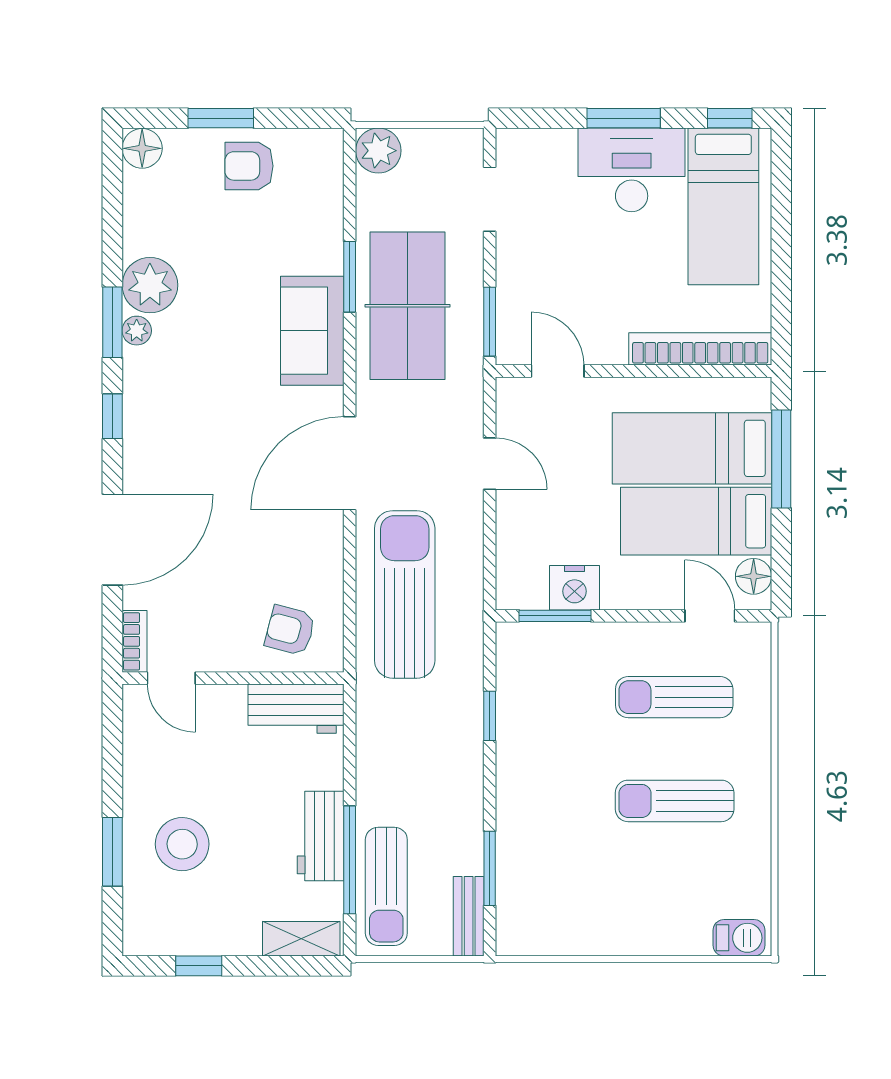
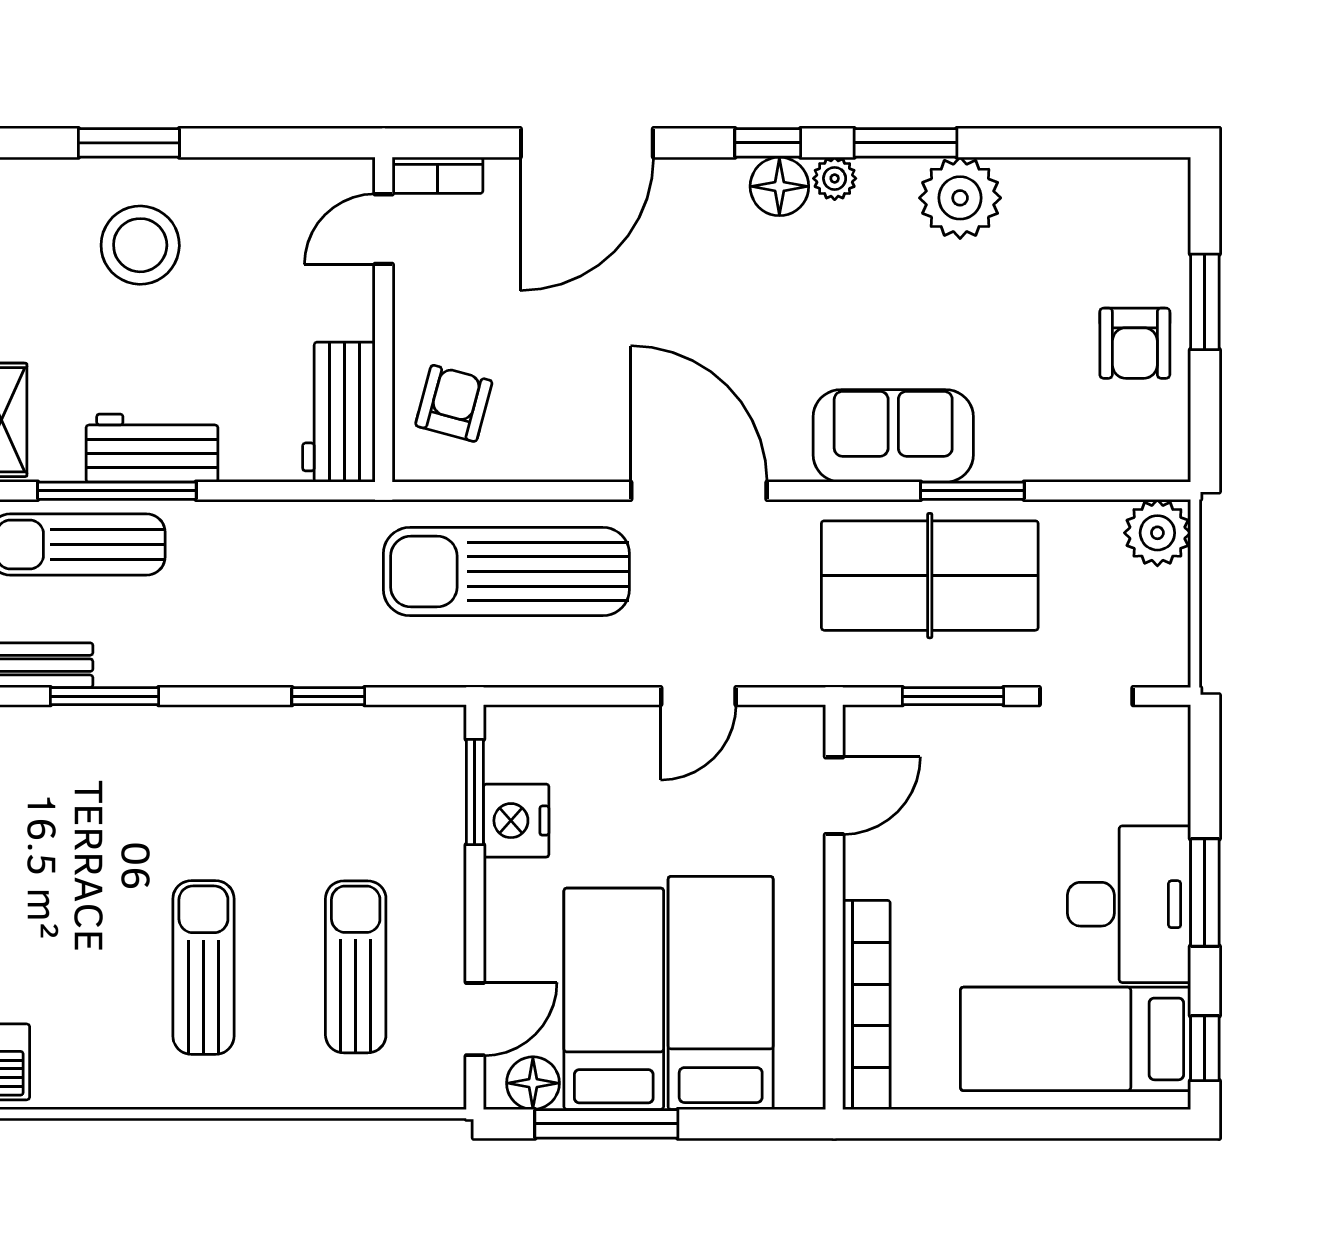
floor lamp: (142, 148) -> (779, 186), moved
armchair: (249, 166) -> (1135, 343), turned 180
window: (490, 322) -> (953, 696), moved
plant: (137, 331) -> (835, 178), moved
window: (781, 459) -> (606, 1124), moved
door: (112, 540) -> (587, 143), hinge flipped
sun lounger: (405, 594) -> (506, 572), turned 180

